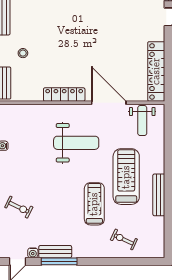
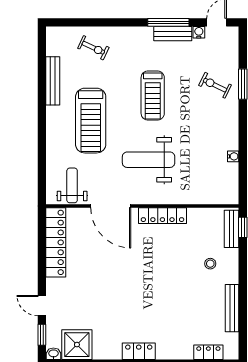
bench: (159, 195) -> (53, 81), moved
treadmill: (94, 204) -> (153, 96), moved

